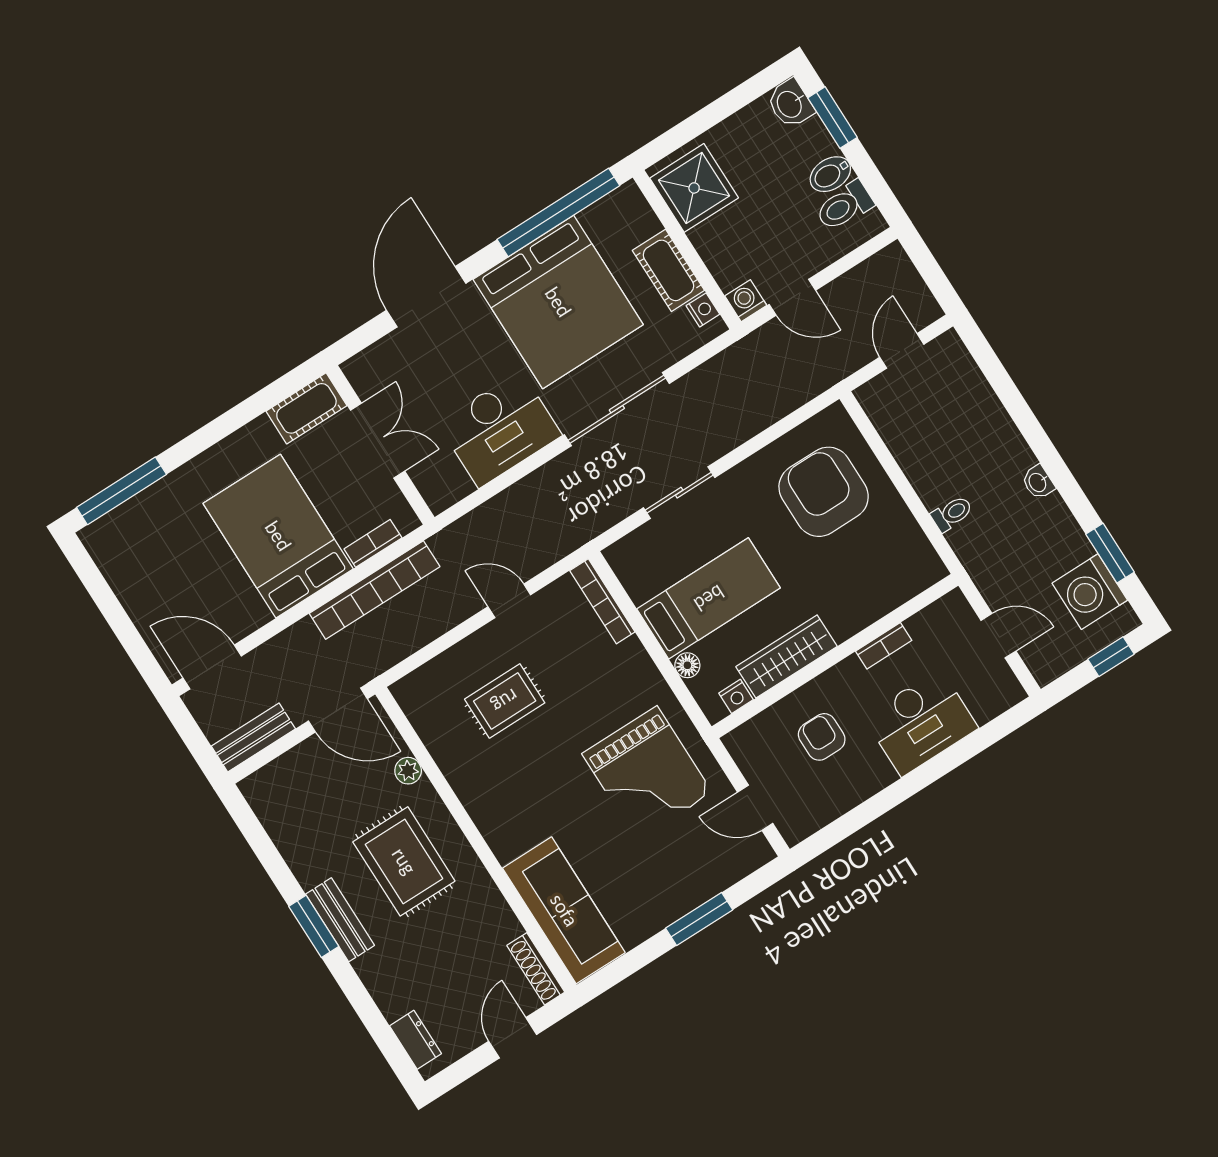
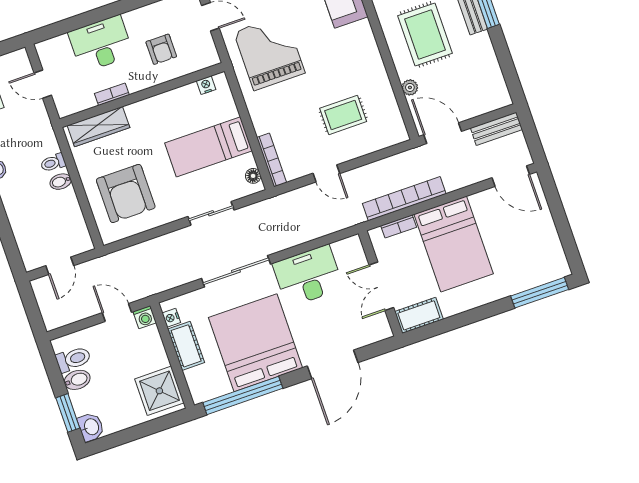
bidet: (933, 486) -> (61, 182), added
wardrobe: (787, 657) -> (98, 127), moved
floor lamp: (687, 665) -> (253, 176), moved

